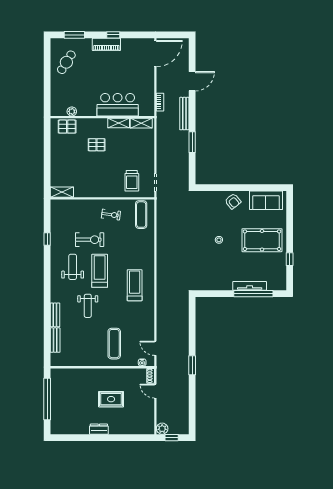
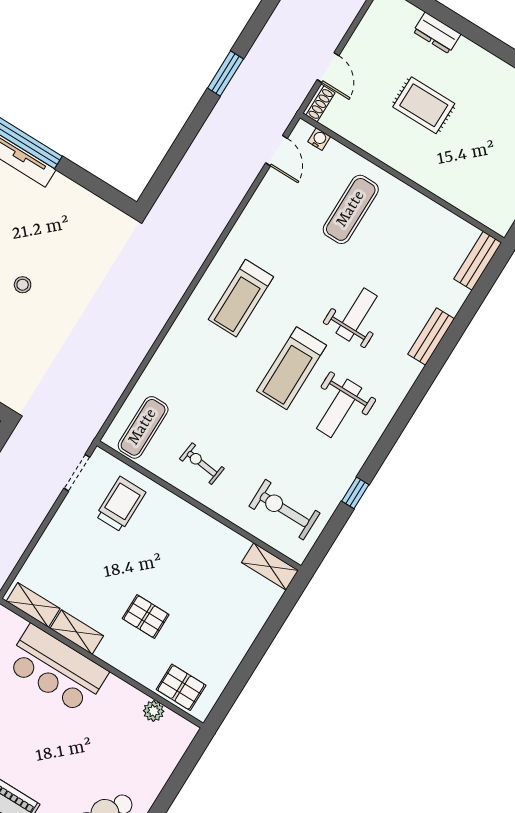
exercise bike: (90, 240) -> (284, 510), moved
bench: (55, 340) -> (478, 261), moved
dresser: (99, 429) -> (437, 33), moved

